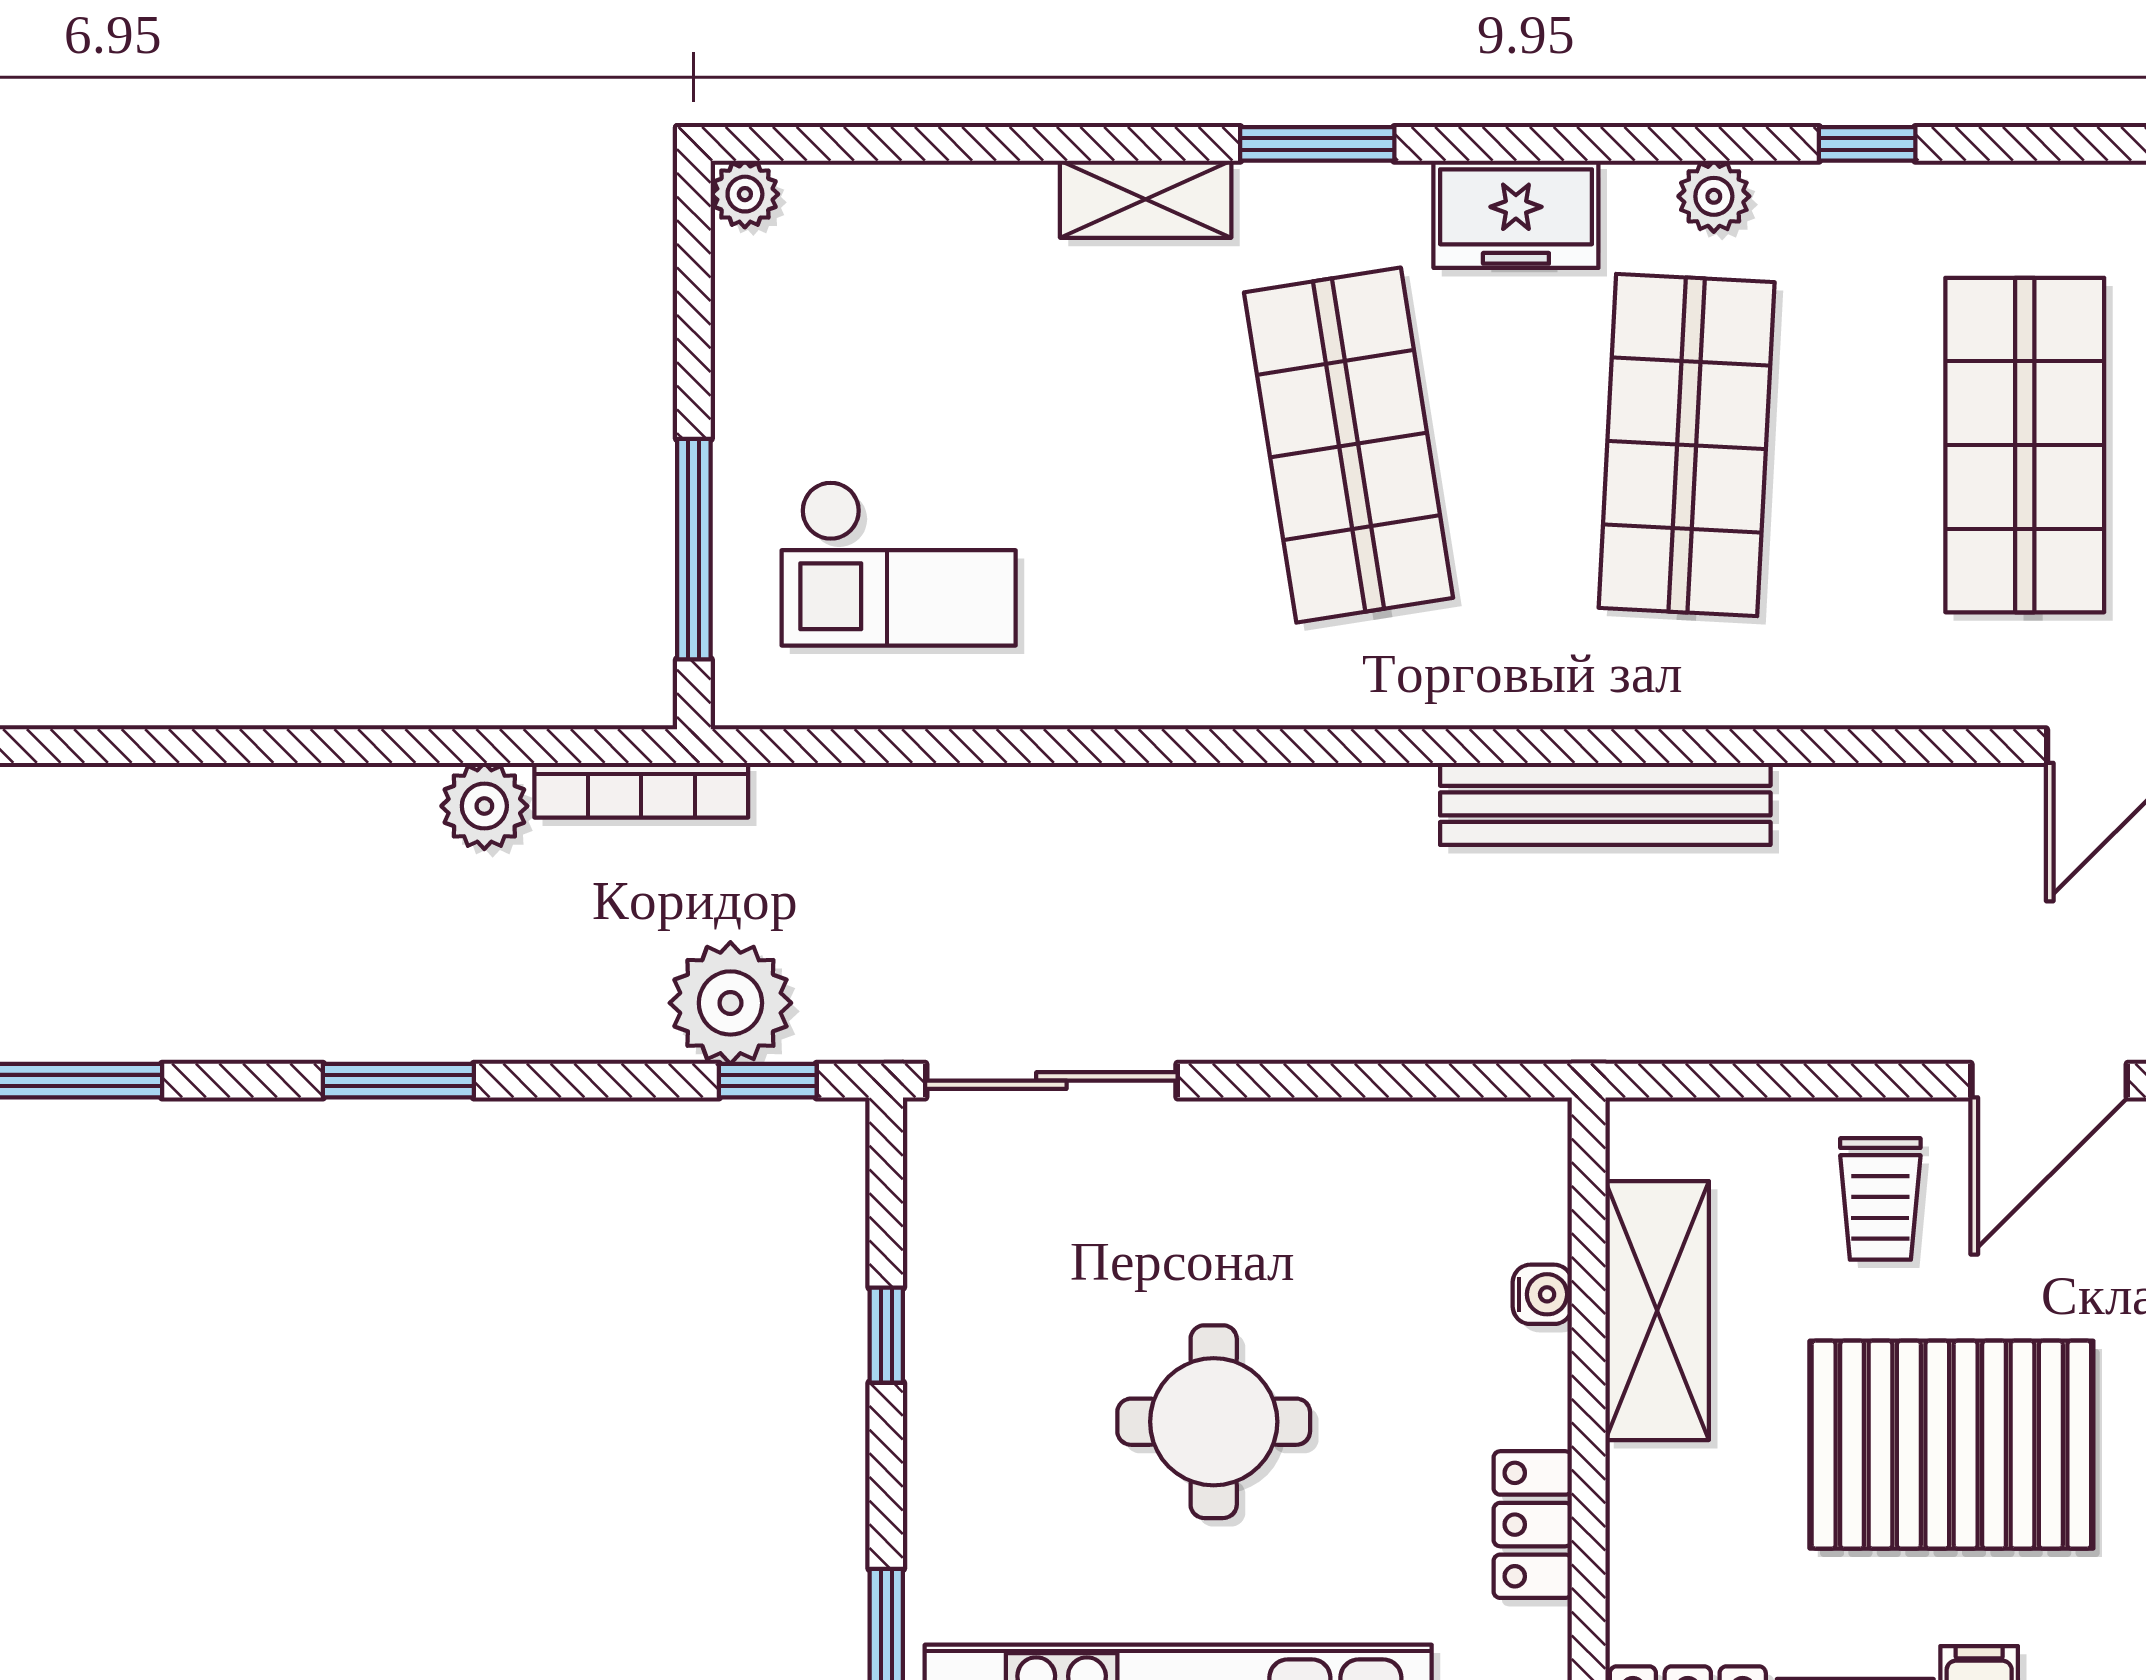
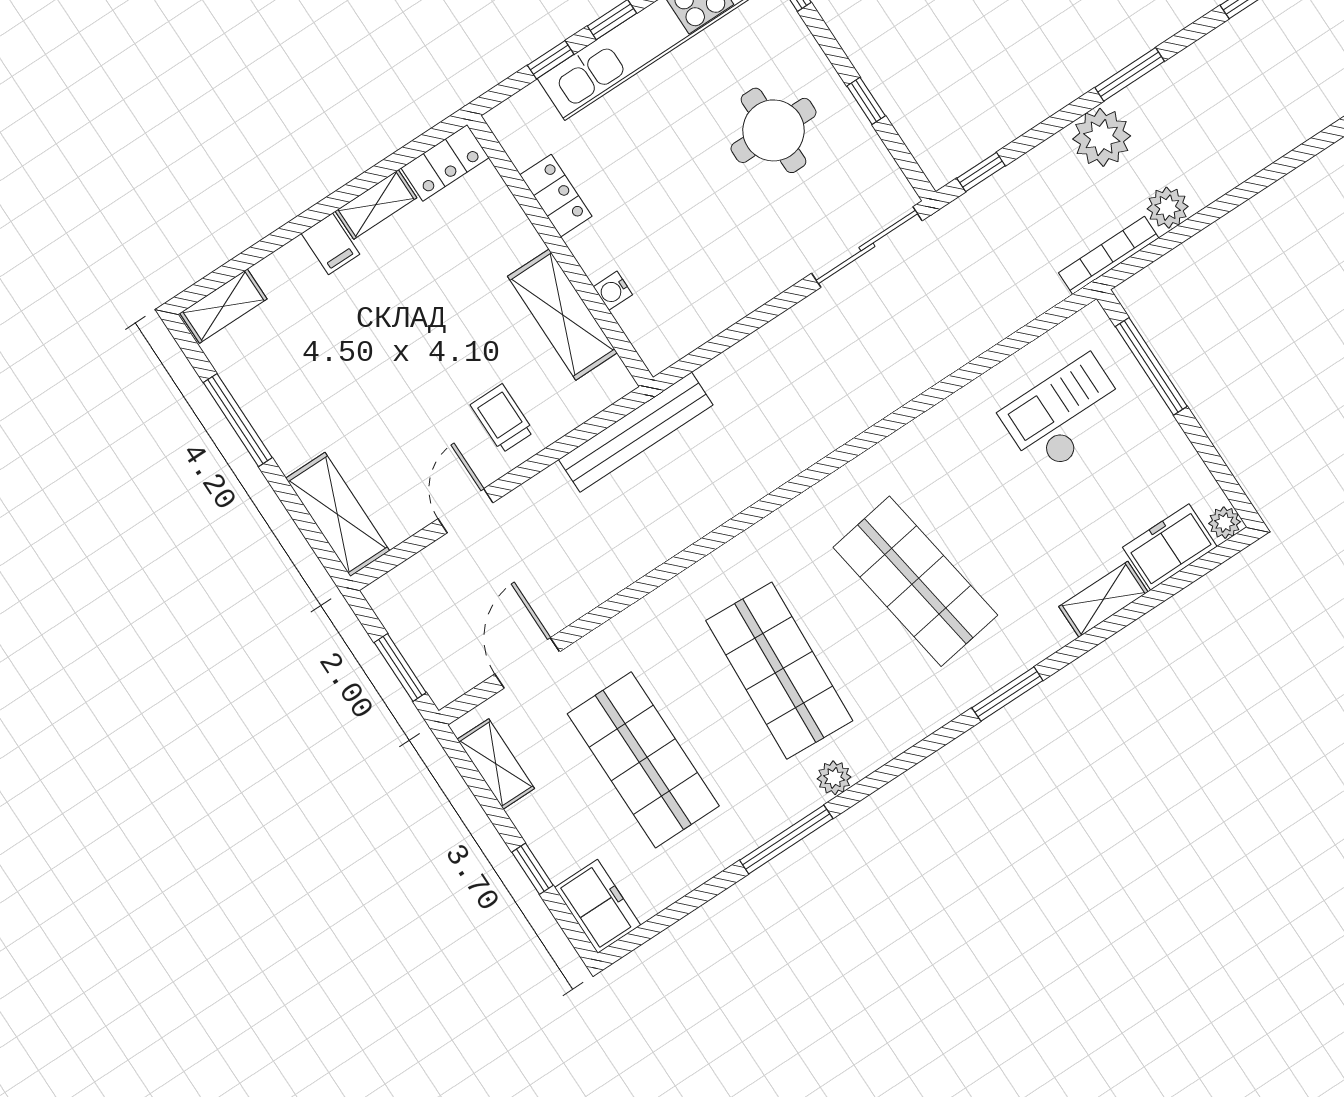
window: (1867, 144) -> (786, 839), width x2.17
shelving: (1146, 199) -> (1103, 599), moved
freezer: (1516, 214) -> (1170, 547), moved
bench: (1605, 804) -> (636, 432), moved
plant: (730, 1003) -> (1102, 137), moved
door: (2049, 1081) -> (465, 511), width x0.73
round table: (1214, 1422) -> (774, 130), moved
pallet: (1951, 1445) -> (409, 338), removed

